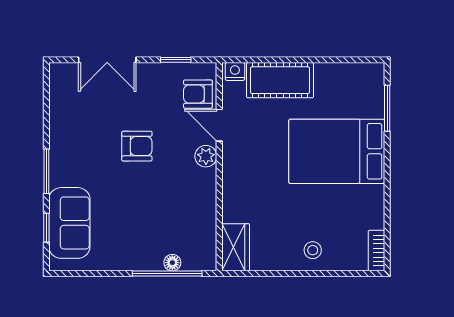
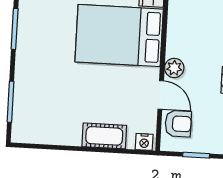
cot: (280, 80) -> (104, 136), width x0.73, depth x0.75
bed: (337, 151) -> (119, 35), moved, turned 180
window: (387, 190) -> (15, 29), added

